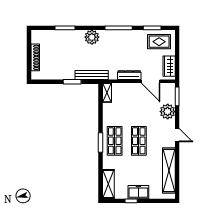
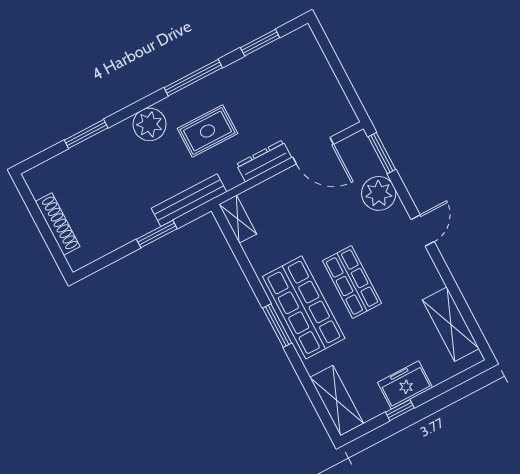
rug: (159, 42) -> (207, 131), moved
wardrobe: (169, 66) -> (334, 101), removed
door: (177, 135) -> (423, 231), hinge flipped
shop shelf: (115, 141) -> (304, 307), width x1.43, depth x1.36
shelving: (169, 170) -> (451, 324), width x0.68

